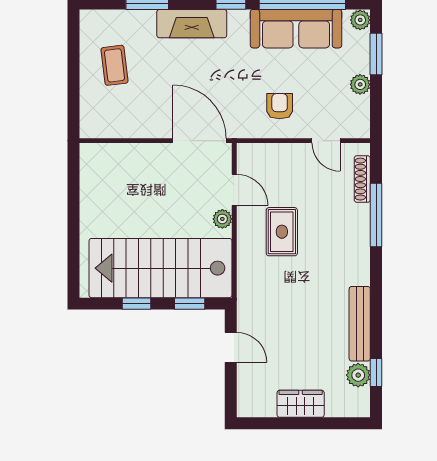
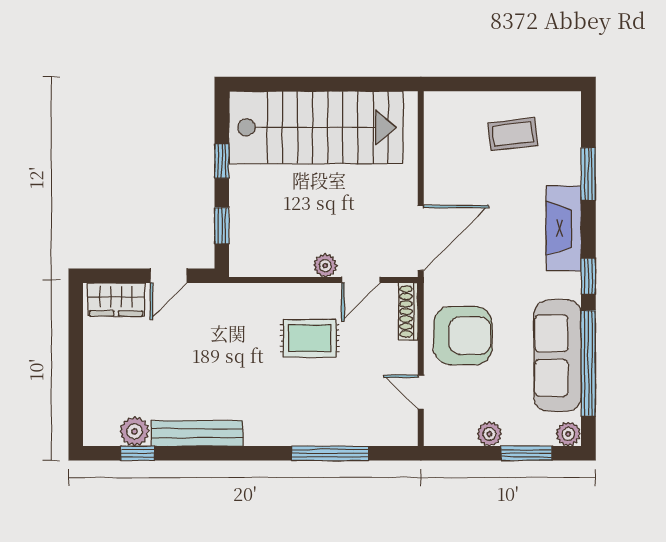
armchair: (280, 106) -> (463, 336), width x1.88, depth x1.88
door: (326, 141) -> (421, 392), hinge flipped
shoe rack: (362, 179) -> (408, 311), moved, turned -90
stairs: (160, 268) -> (316, 127), moved, turned 90
wardrobe: (301, 404) -> (116, 300), moved, turned 90

